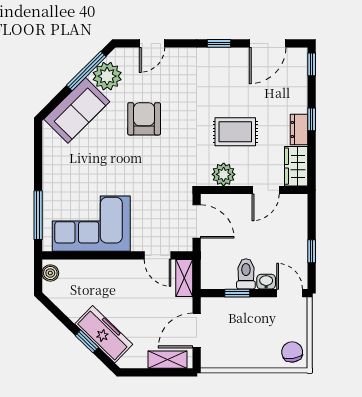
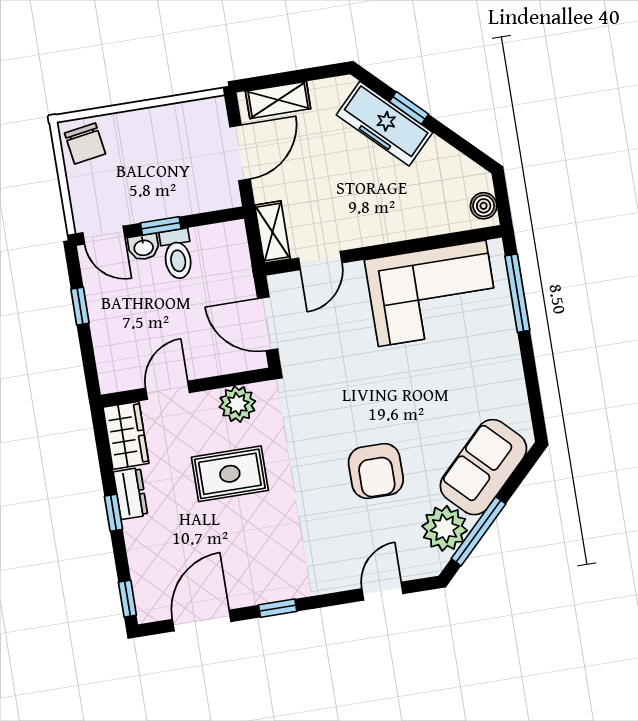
door: (157, 255) -> (320, 261), swing flipped
window: (237, 293) -> (161, 226), moved

